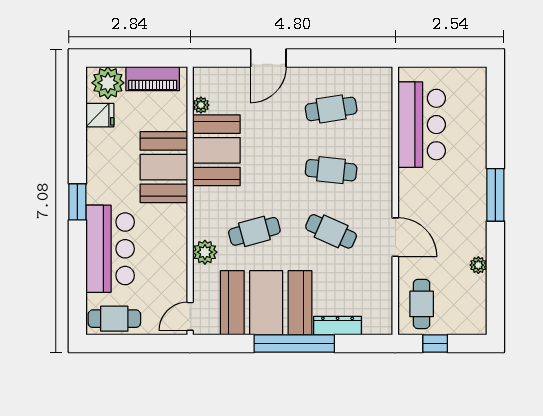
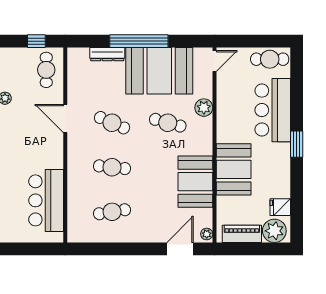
door: (268, 58) -> (180, 249), moved
plant: (201, 105) -> (207, 234), moved
cafe table: (254, 231) -> (168, 123), turned 30

